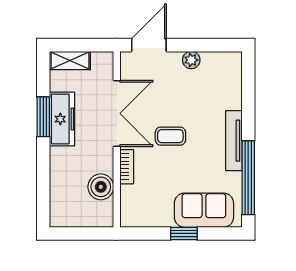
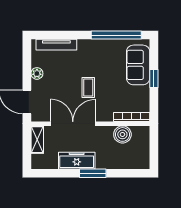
shelving: (70, 60) -> (37, 140), moved
window: (43, 117) -> (93, 173), moved
tv unit: (234, 141) -> (56, 45), moved
bookcase: (127, 167) -> (132, 117), moved, width x1.56

